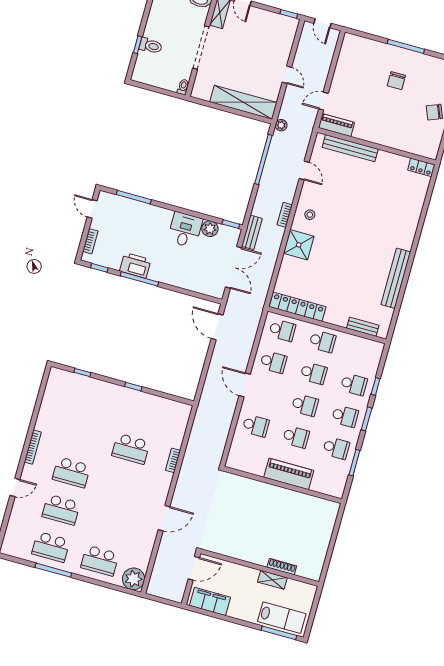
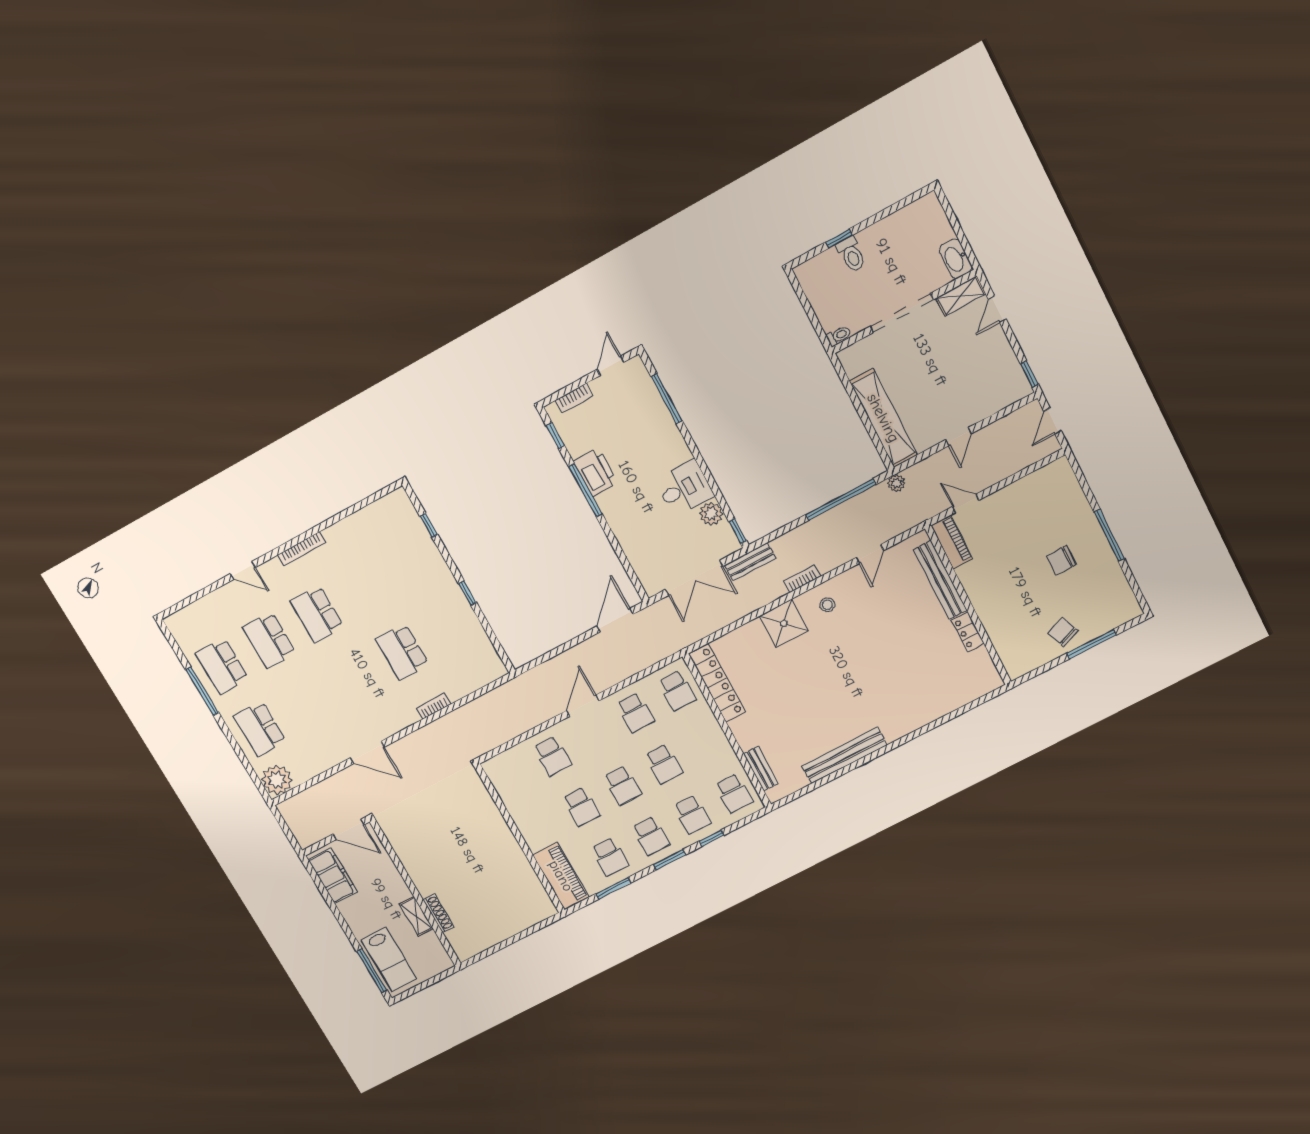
locker: (421, 167) -> (968, 632), moved
school desk: (322, 341) -> (734, 793), moved
piano: (289, 474) -> (561, 876), moved

